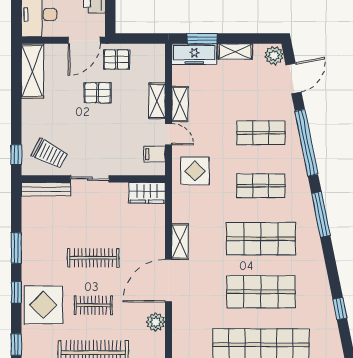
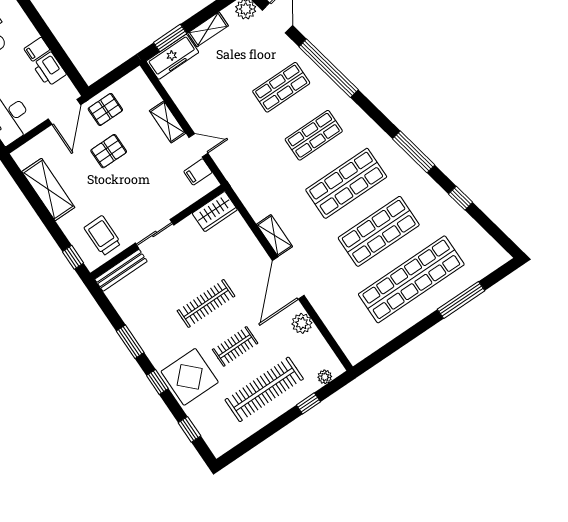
shelving: (32, 71) -> (48, 189), moved
shelving: (180, 104) -> (190, 111), removed
trolley: (50, 154) -> (103, 236), turned -117
display table: (195, 171) -> (245, 162), removed
window: (321, 214) -> (414, 152), moved

